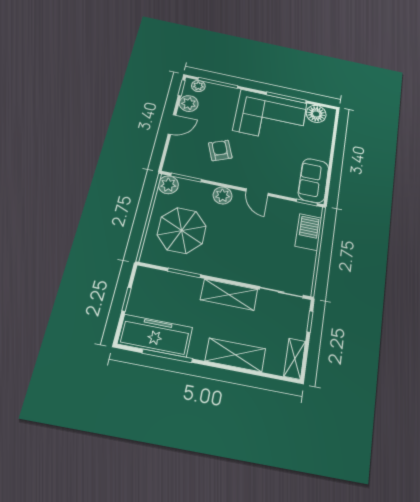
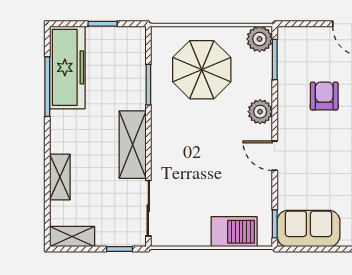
armchair: (220, 150) -> (324, 96), turned -68
door: (257, 192) -> (275, 156), hinge flipped
shelving: (235, 355) -> (60, 177), width x0.67, depth x0.75

